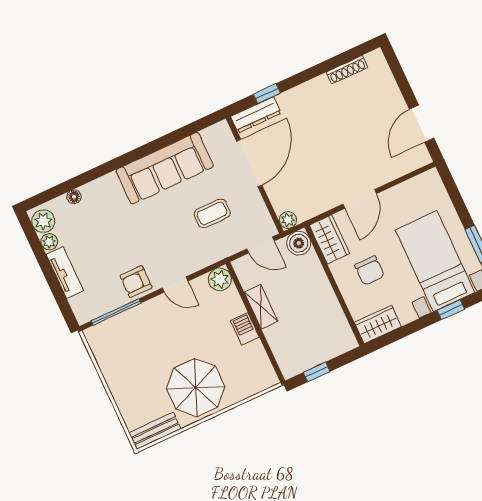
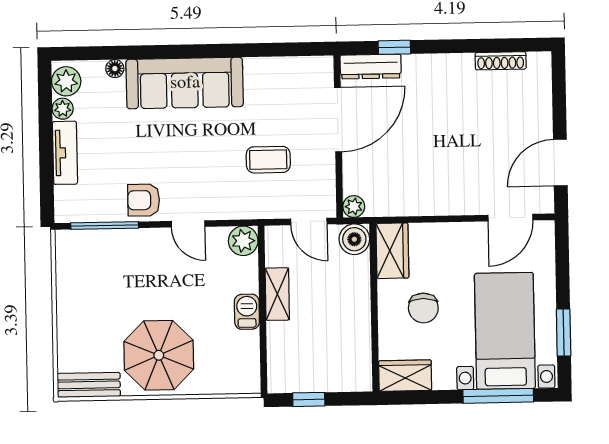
sofa: (165, 168) -> (185, 83), moved
door: (360, 199) -> (510, 218), moved
window: (451, 310) -> (498, 396), width x2.17

